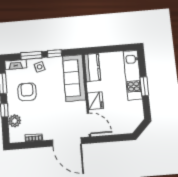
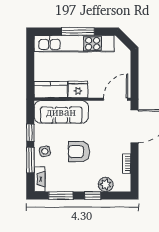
kitchen unit: (133, 75) -> (74, 44), width x1.36
window: (144, 86) -> (78, 31), width x1.44
armchair: (27, 92) -> (79, 152), moved
fridge: (95, 101) -> (78, 89), moved

